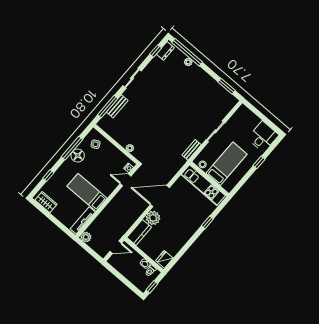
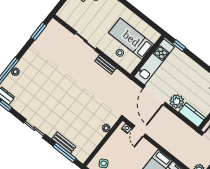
bed: (227, 164) -> (131, 39), moved
wall: (209, 179) -> (148, 56), moved
kitchen unit: (203, 185) -> (154, 62), moved

